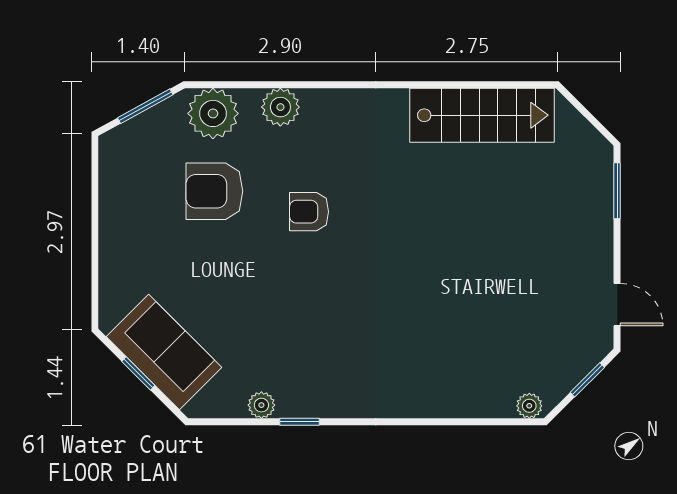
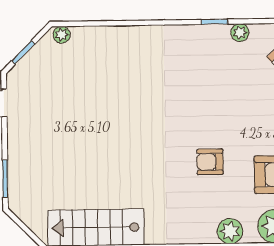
armchair: (309, 212) -> (210, 162), turned 180

